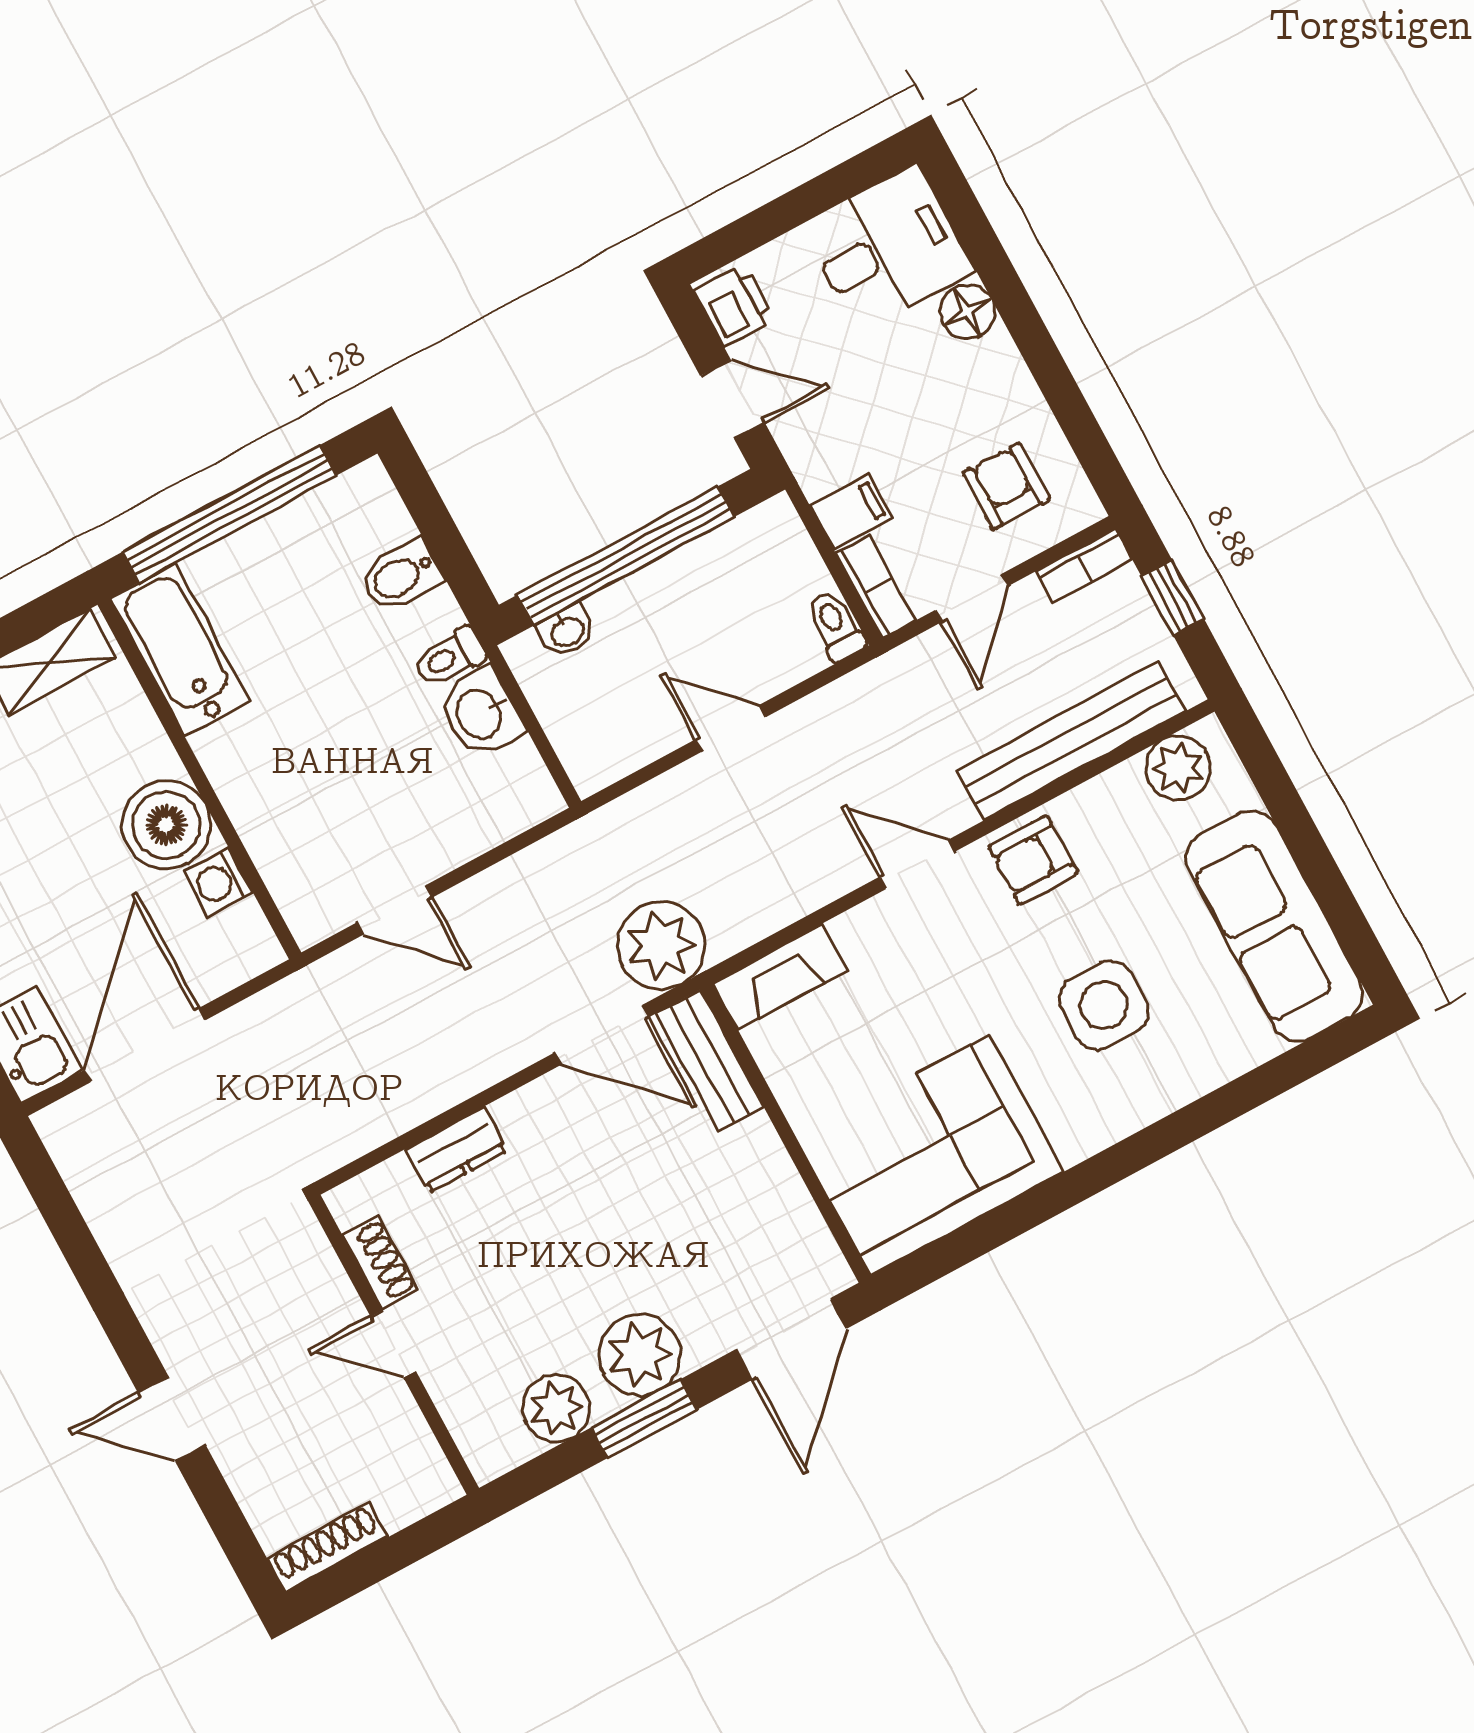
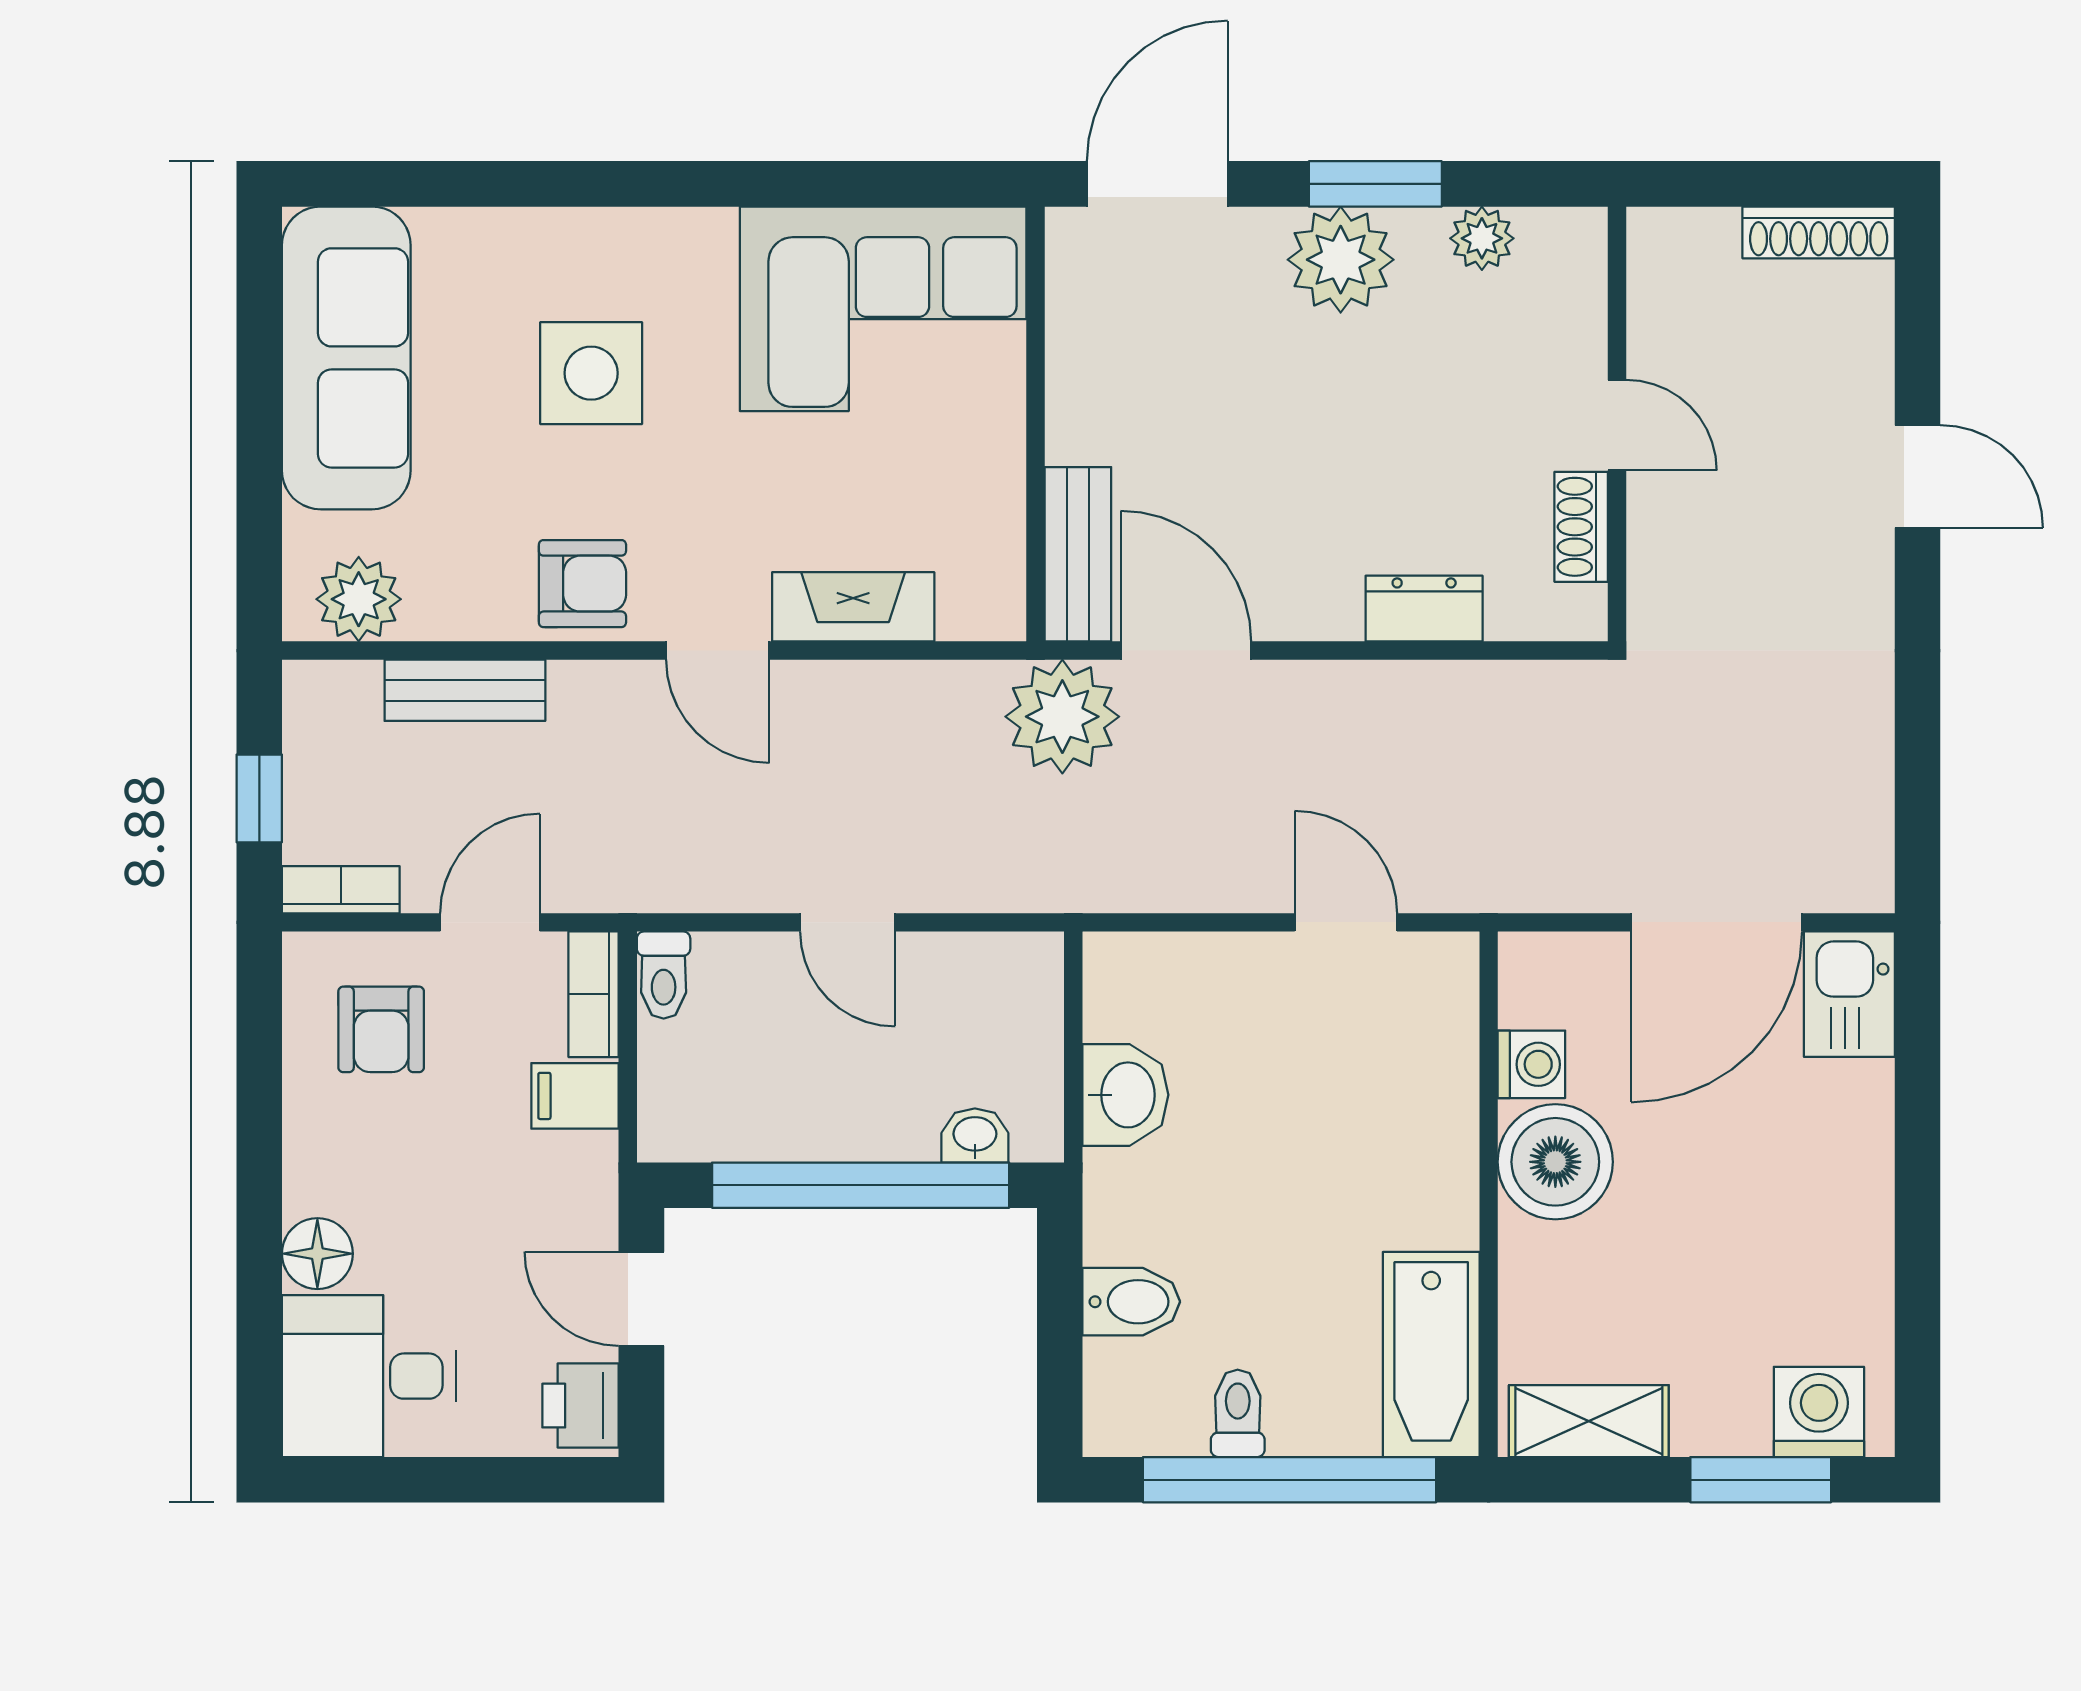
toilet: (449, 657) -> (1238, 1413), moved, turned -90
bench: (1071, 741) -> (465, 690), width x0.54, depth x0.82
fireplace: (780, 977) -> (853, 607), moved
plant: (556, 1408) -> (1482, 238), width x0.73, depth x0.73

